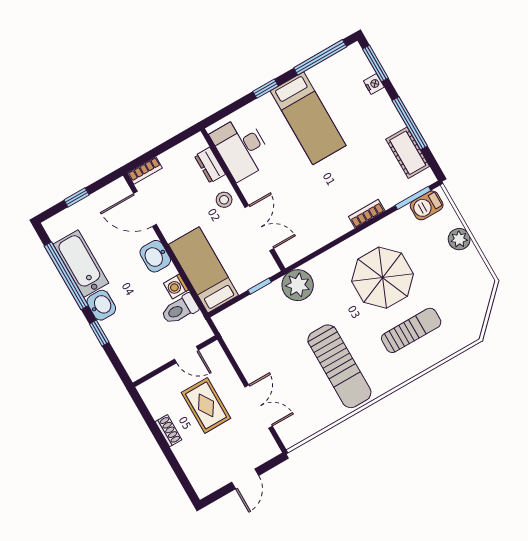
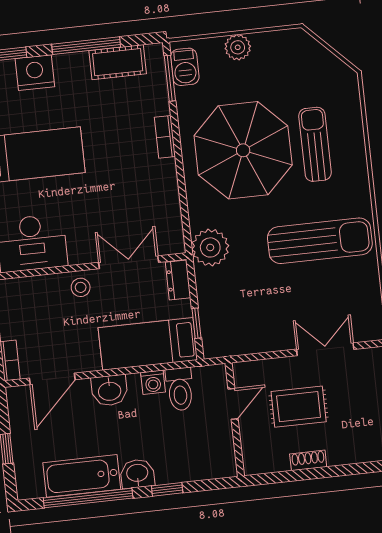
nightstand: (374, 84) -> (35, 73), width x1.89, depth x1.79
dresser: (210, 165) -> (178, 280), moved, turned 90
parasol: (383, 278) -> (243, 150), width x1.36, depth x1.36
window: (260, 286) -> (197, 323), moved

